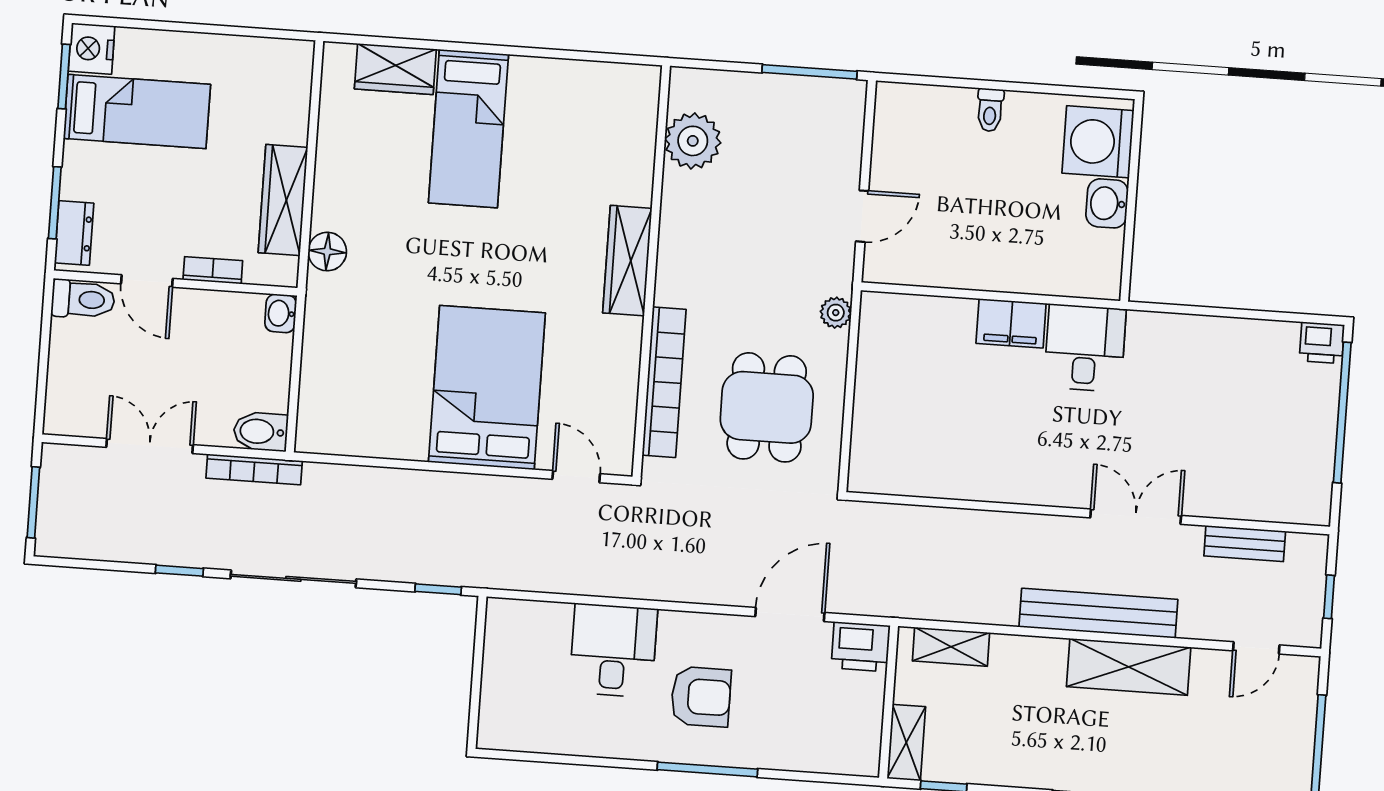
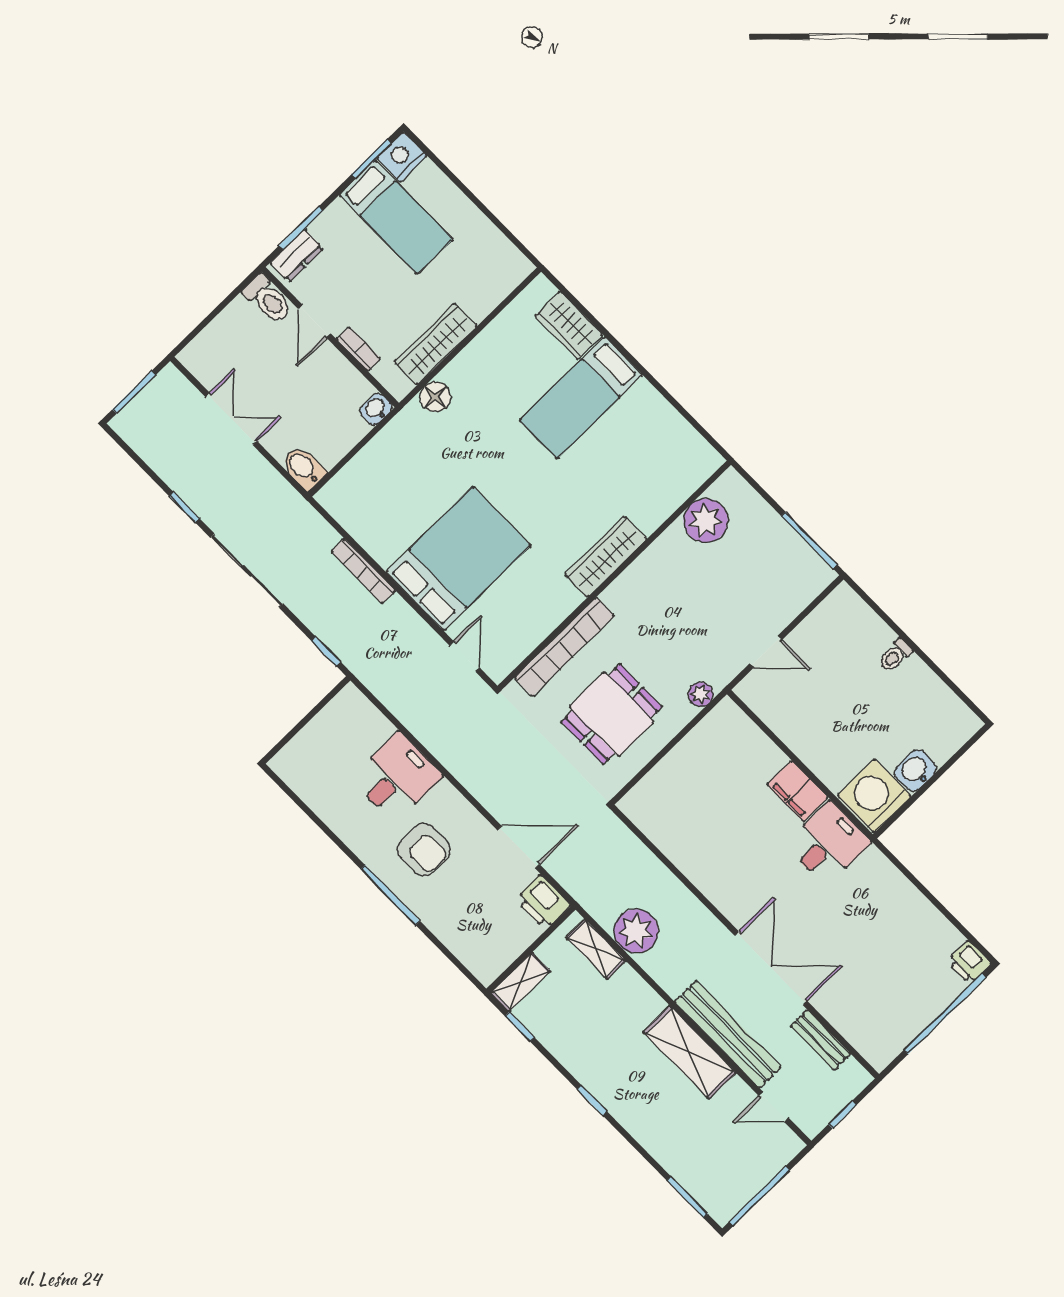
washing machine: (1098, 142) -> (874, 796), moved
bookcase: (254, 469) -> (363, 571), moved
double door: (1136, 517) -> (771, 968), width x1.37
plant: (974, 596) -> (636, 931), added
bench: (1098, 613) -> (728, 1034), moved

